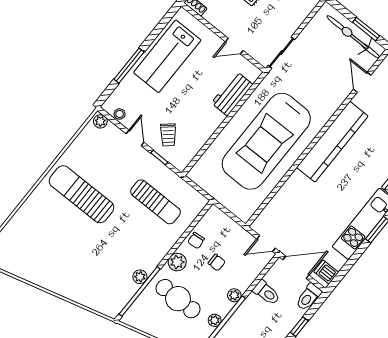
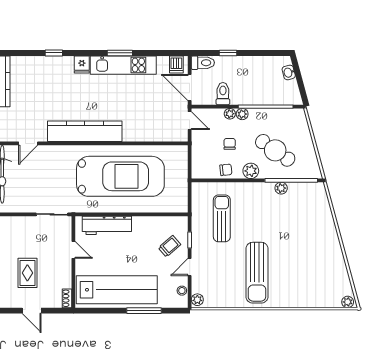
lab bench: (167, 56) -> (117, 290), width x1.36
workbench: (232, 94) -> (107, 225), width x1.38
cafe table: (178, 299) -> (275, 150), turned -55
plant: (215, 320) -> (230, 114), moved

